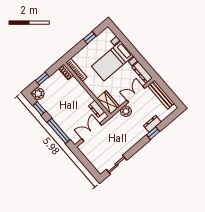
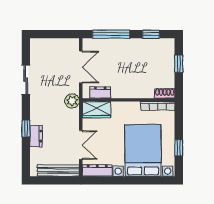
bed with nightstands: (112, 61) -> (143, 150), width x1.36
plant: (38, 94) -> (167, 46), removed
plant: (126, 111) -> (72, 101), moved
sliding door: (117, 165) -> (26, 80), moved

